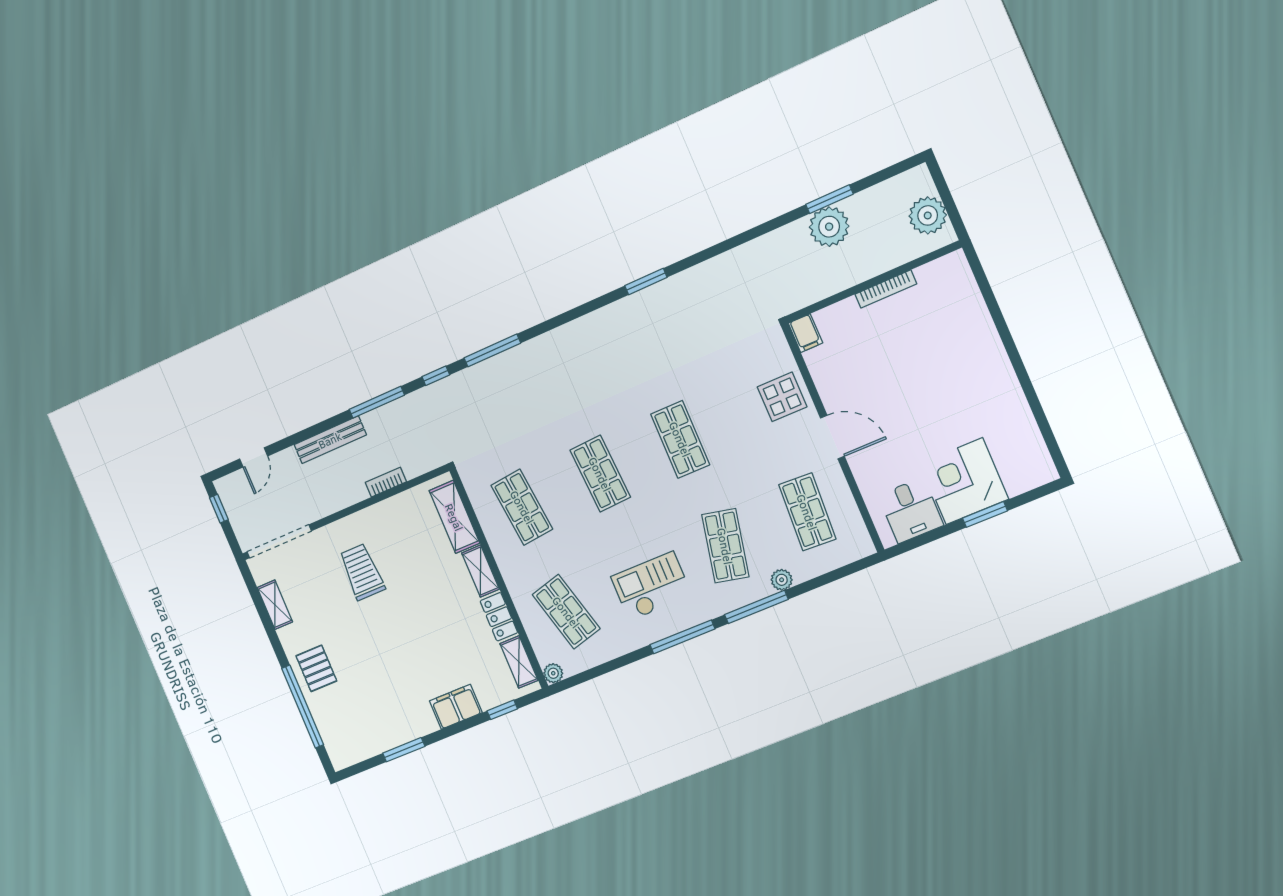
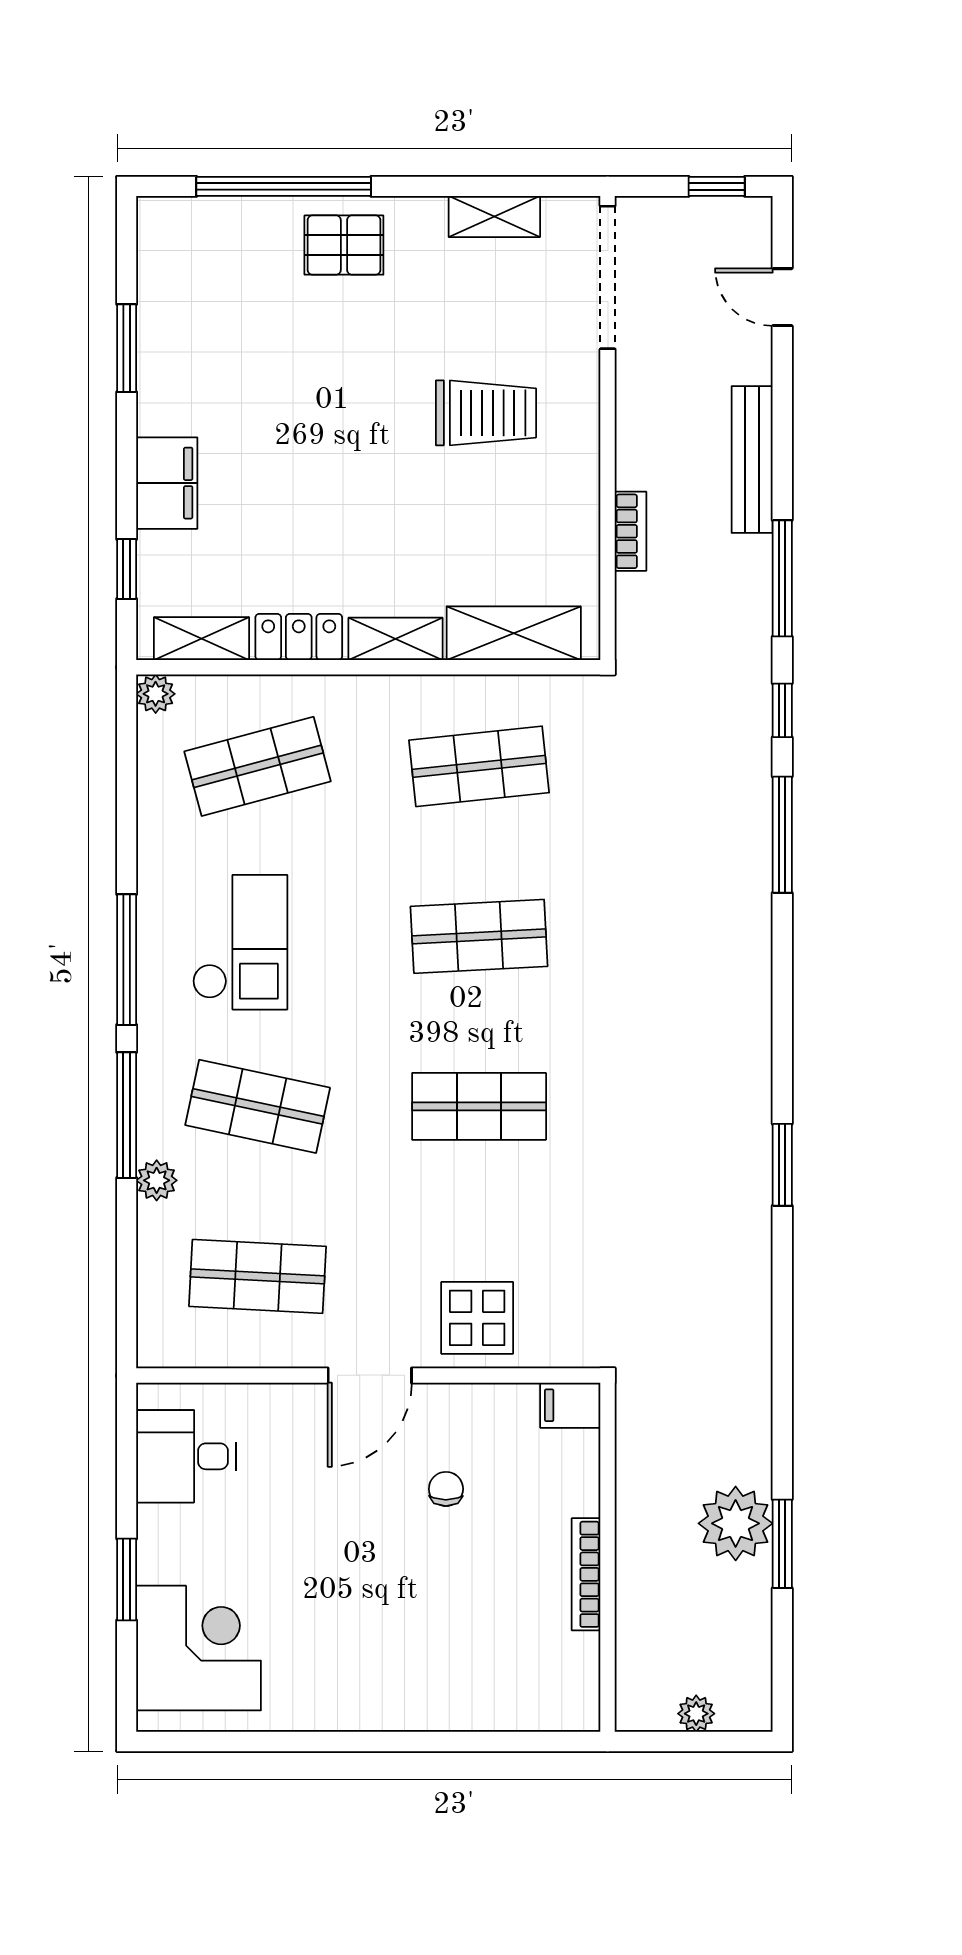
plant: (928, 215) -> (696, 1714), width x0.53, depth x0.53
chair: (873, 376) -> (446, 1489), added
corner desk: (964, 481) -> (199, 1648), moved

